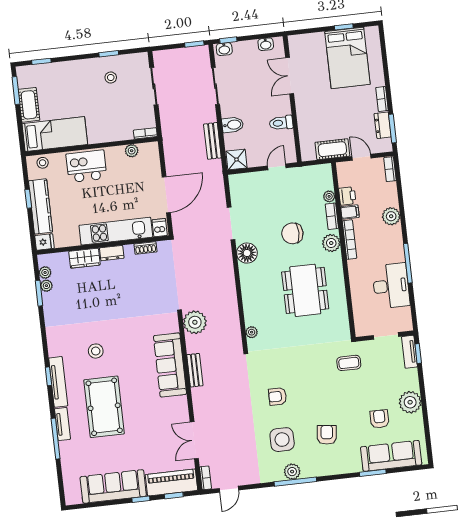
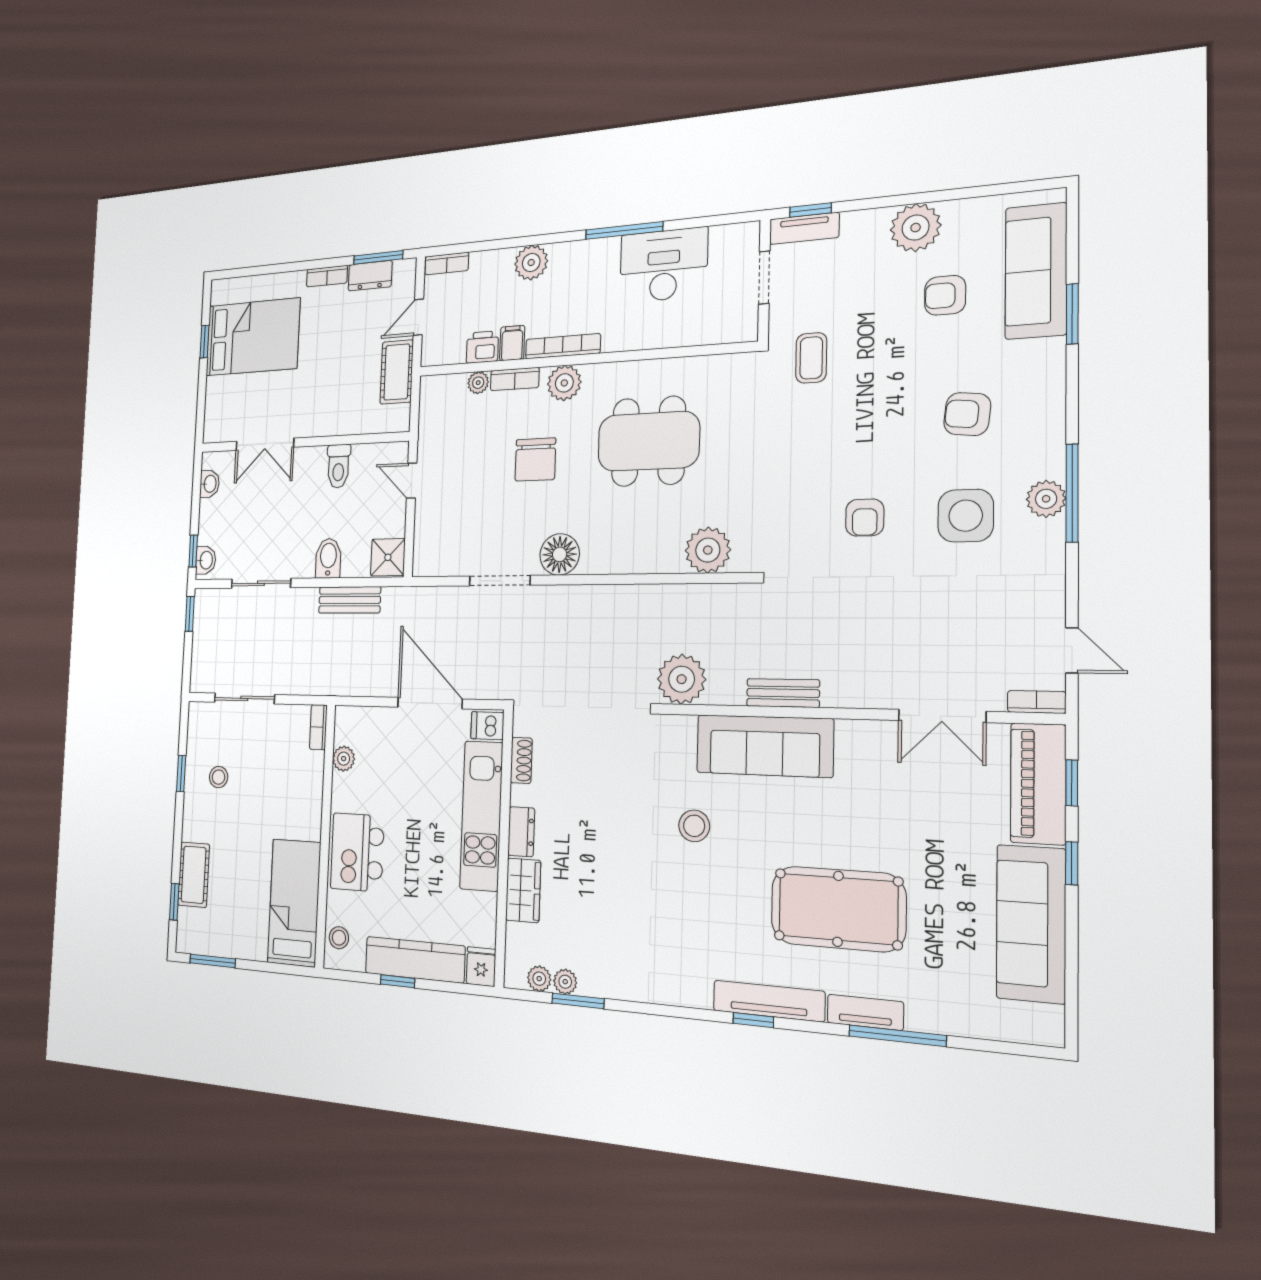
cot: (29, 105) -> (194, 875), moved, turned 90
plant: (252, 332) -> (708, 550), width x1.87, depth x1.87
stool: (96, 351) -> (694, 826), moved

